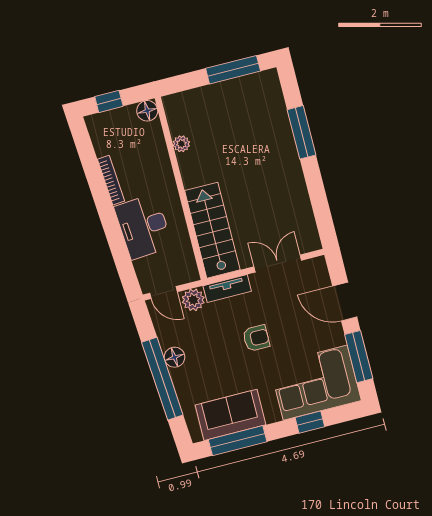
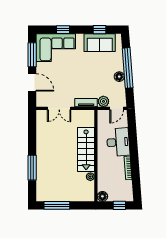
stairs: (212, 230) -> (86, 150), moved
door: (164, 293) -> (117, 108), swing flipped
armchair: (256, 338) -> (78, 76), removed
window: (238, 441) -> (99, 30), width x0.46

